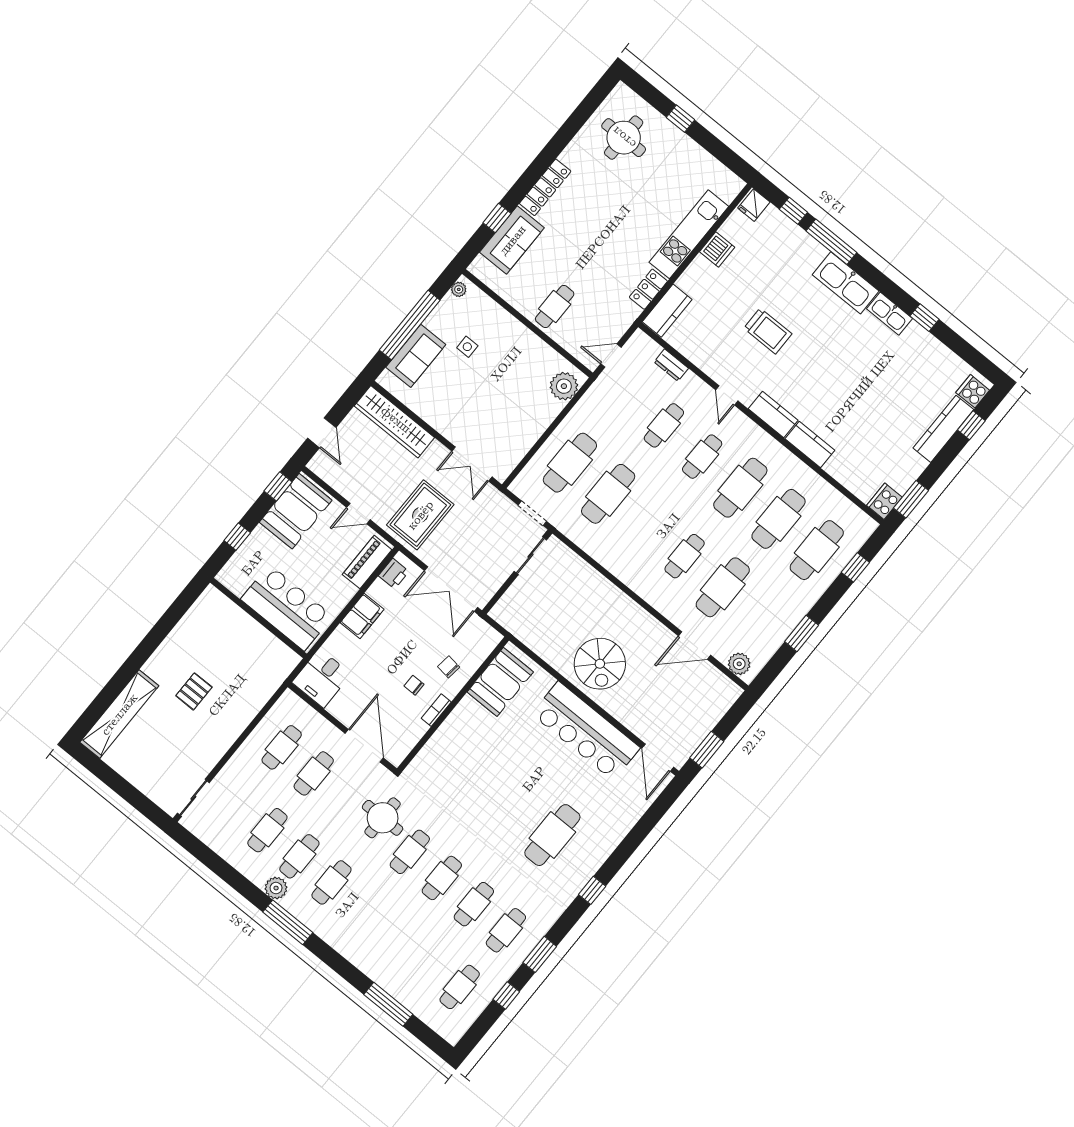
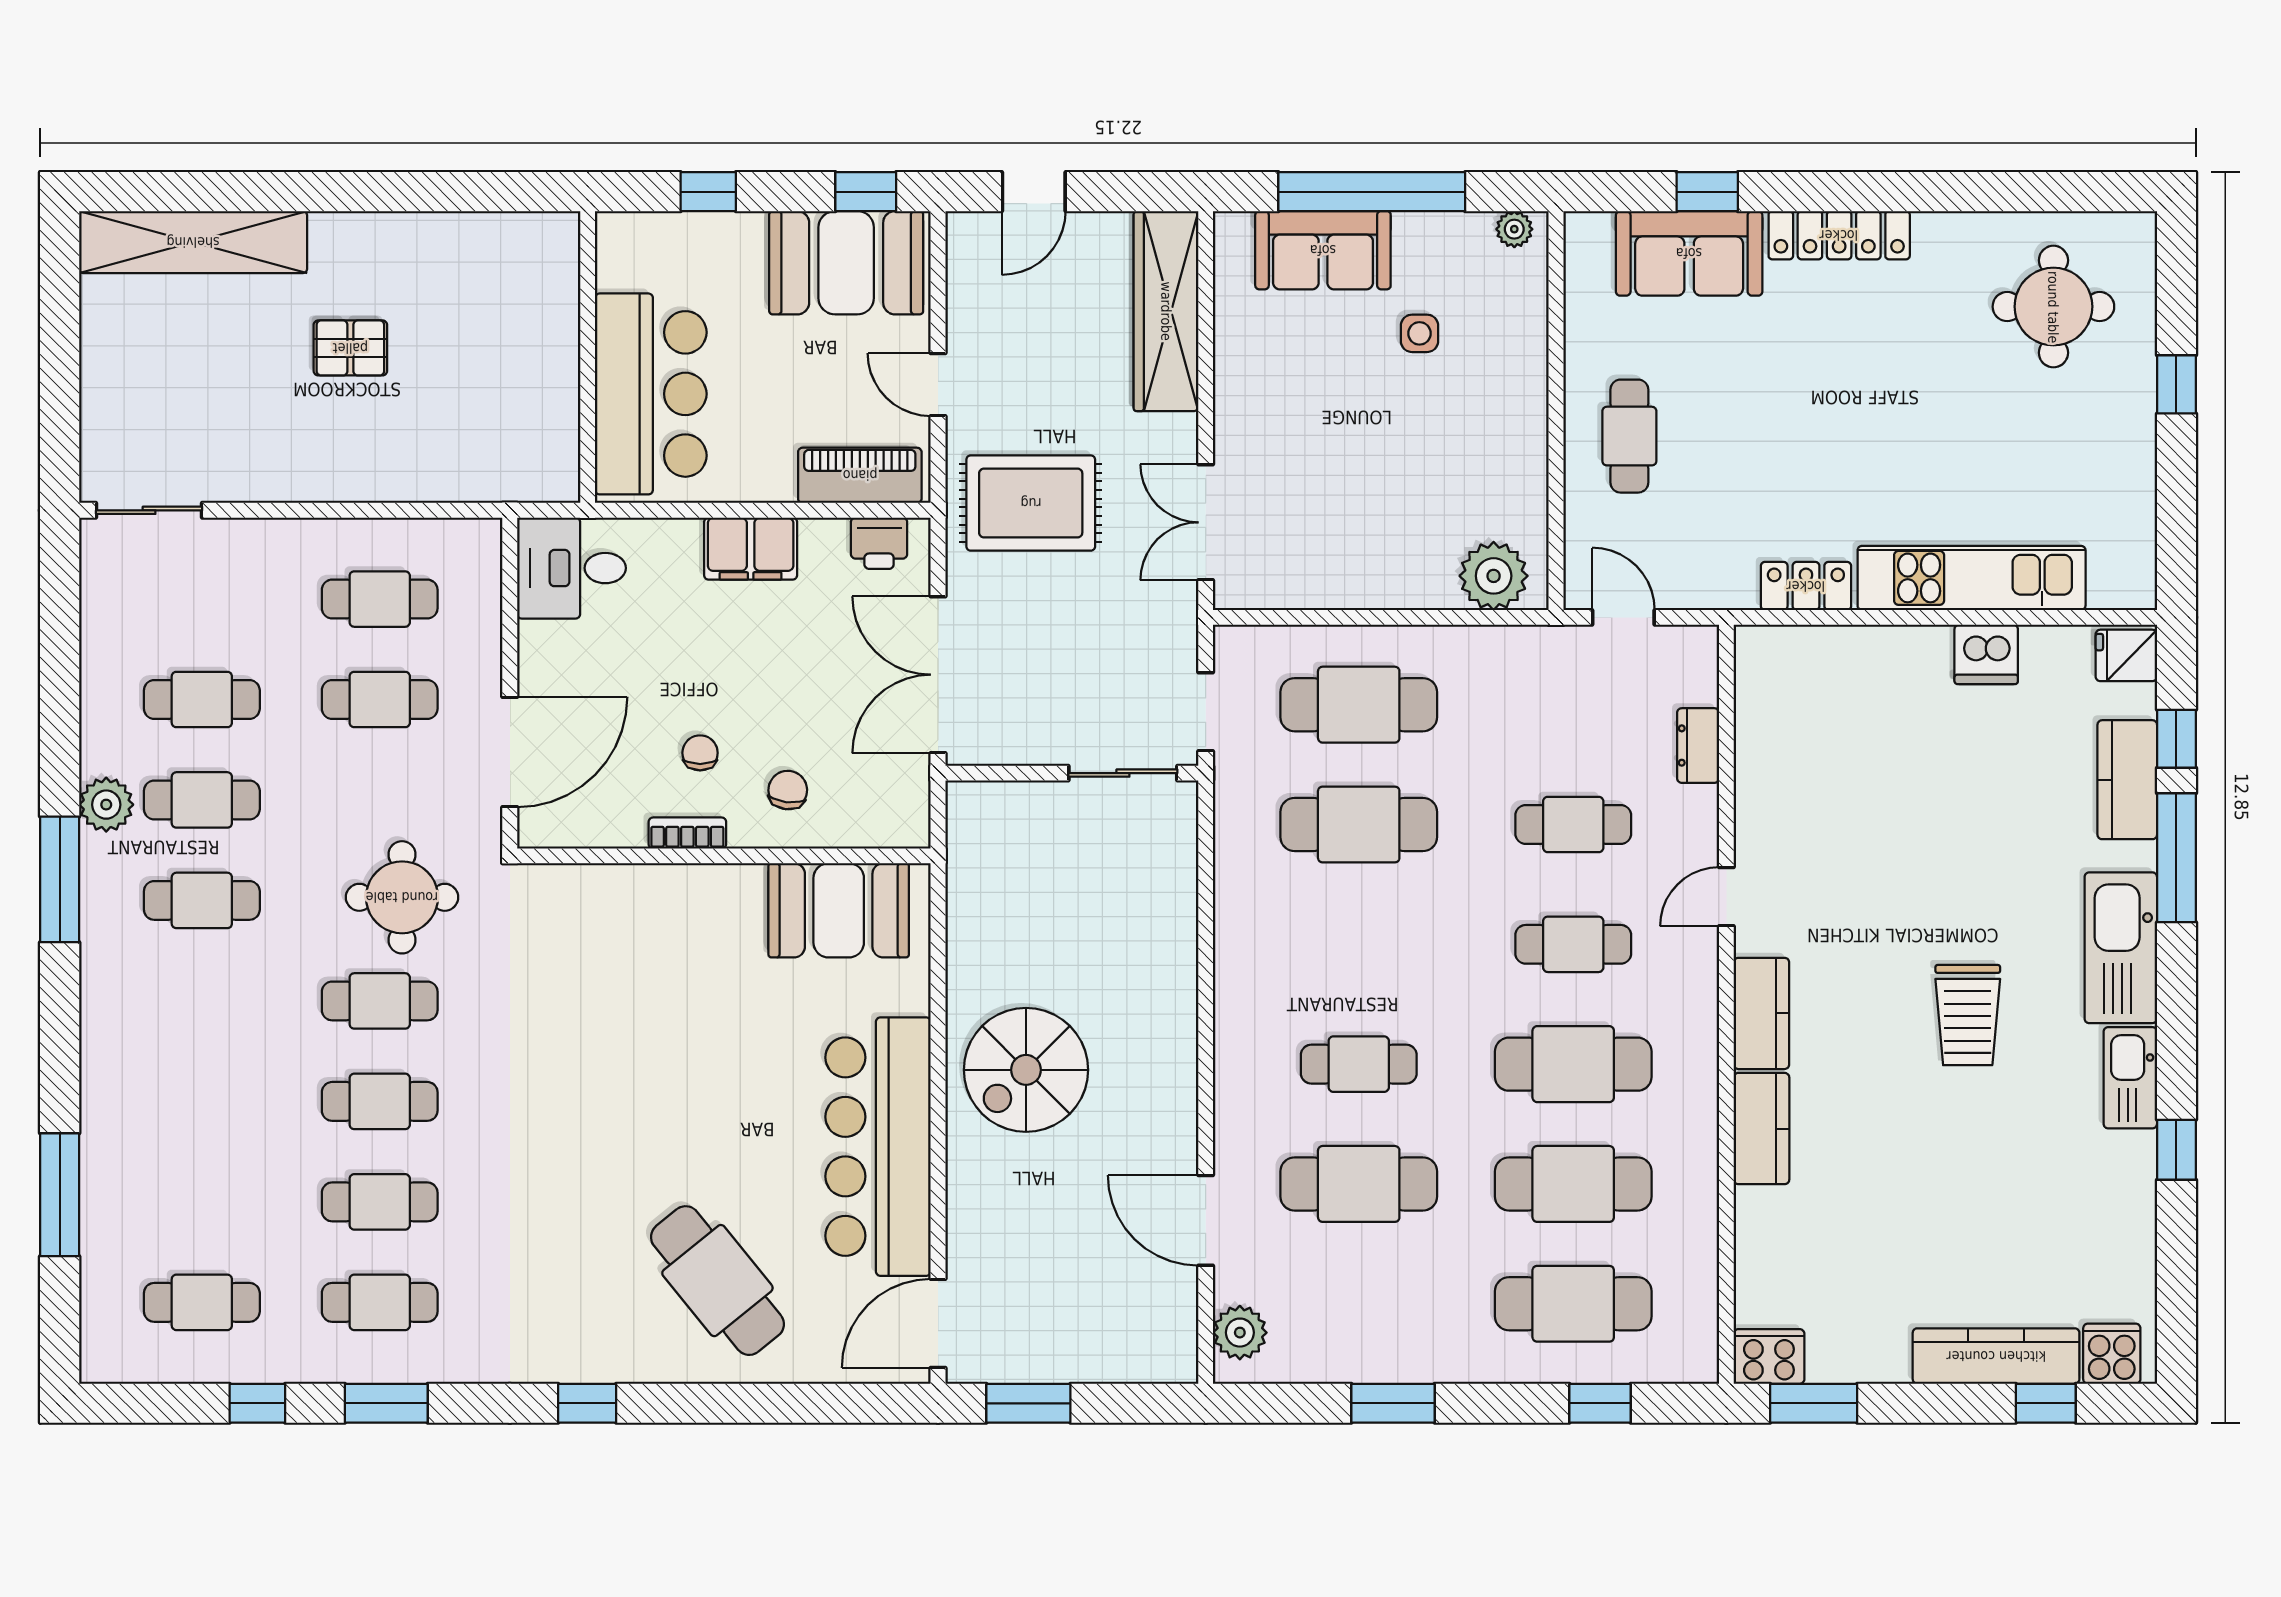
cafe table: (555, 307) -> (1629, 436), turned 90
kitchen counter: (667, 311) -> (2127, 780), moved, turned 90
trolley: (768, 331) -> (1968, 1015), moved
cafe table: (552, 835) -> (717, 1281), moved, turned 51

